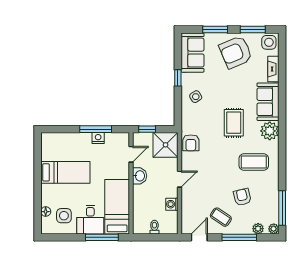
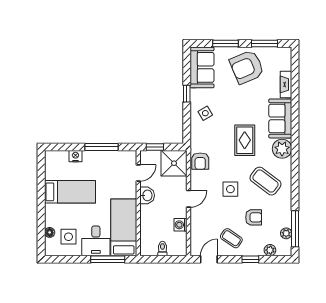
side table: (269, 42) -> (230, 189), moved
nightstand: (98, 138) -> (75, 156), moved
coffee table: (254, 162) -> (265, 181), turned 37
armchair: (242, 197) -> (254, 217), turned 103
plant: (274, 229) -> (286, 233), moved
window: (239, 237) -> (250, 259), width x0.46

